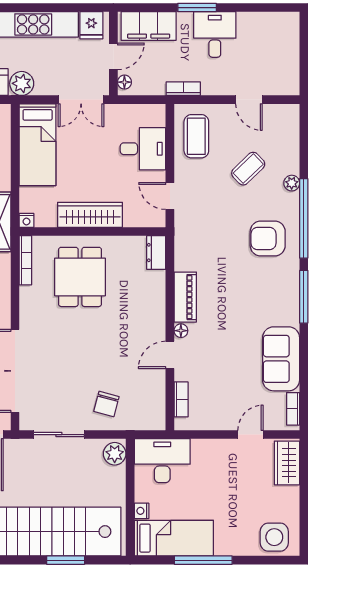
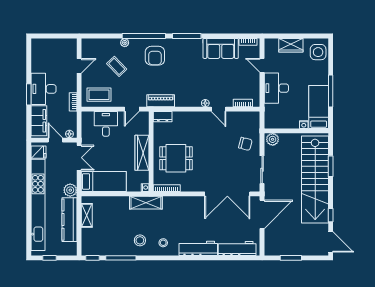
desk: (215, 34) -> (43, 89), width x1.37
piano: (185, 297) -> (161, 101), moved
desk: (162, 461) -> (276, 88), moved
wardrobe: (287, 463) -> (291, 45), moved

